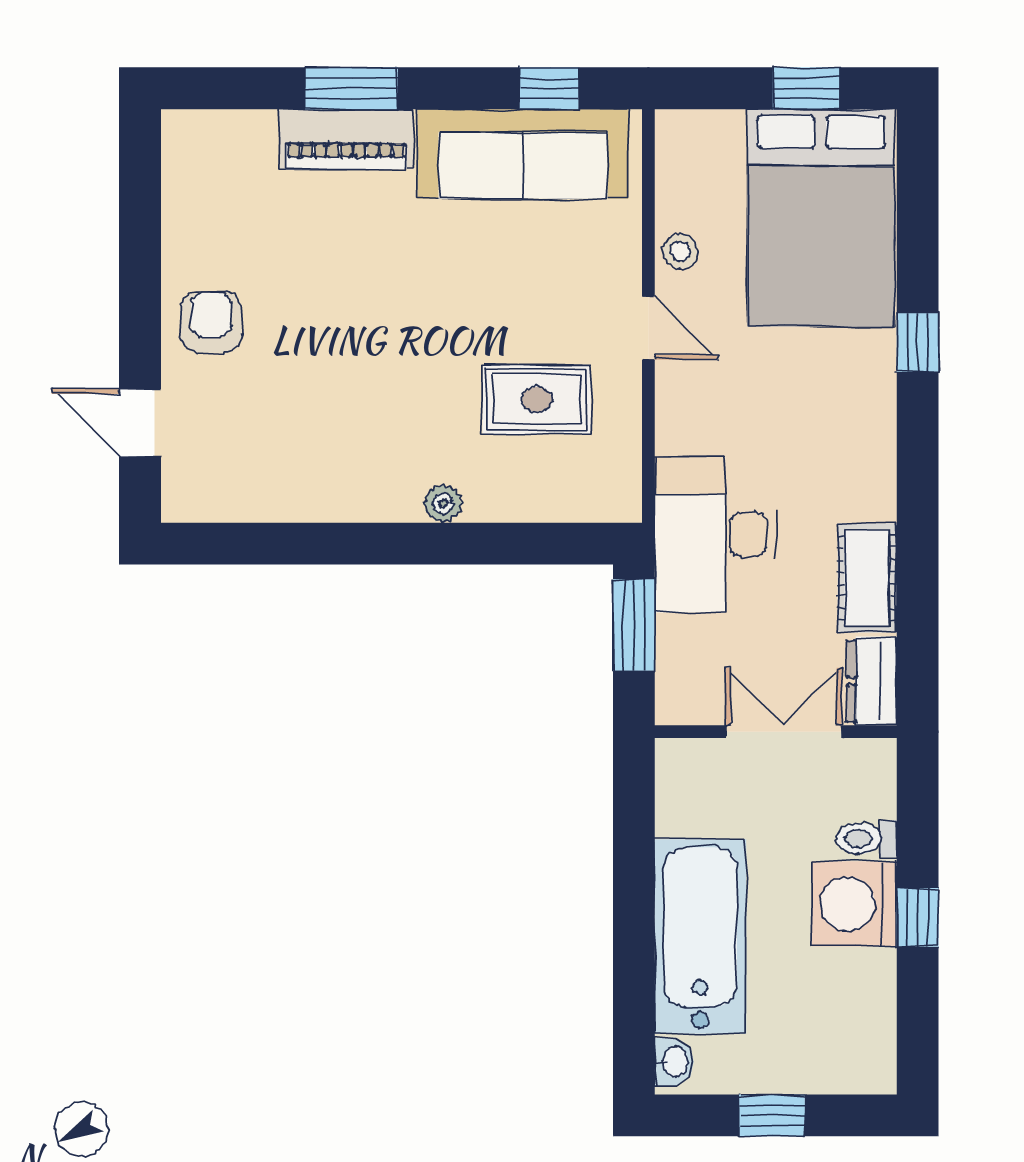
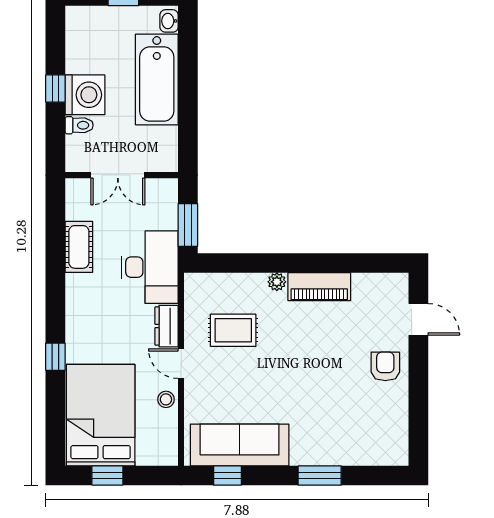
piano: (346, 139) -> (319, 287), moved, turned 180
armchair: (211, 322) -> (385, 366), turned 180
dresser: (872, 681) -> (166, 326), moved, turned 180

